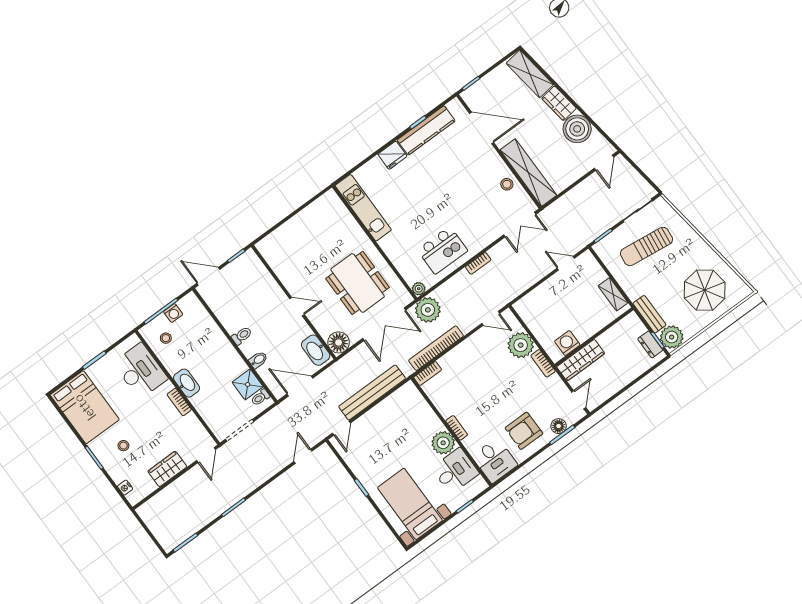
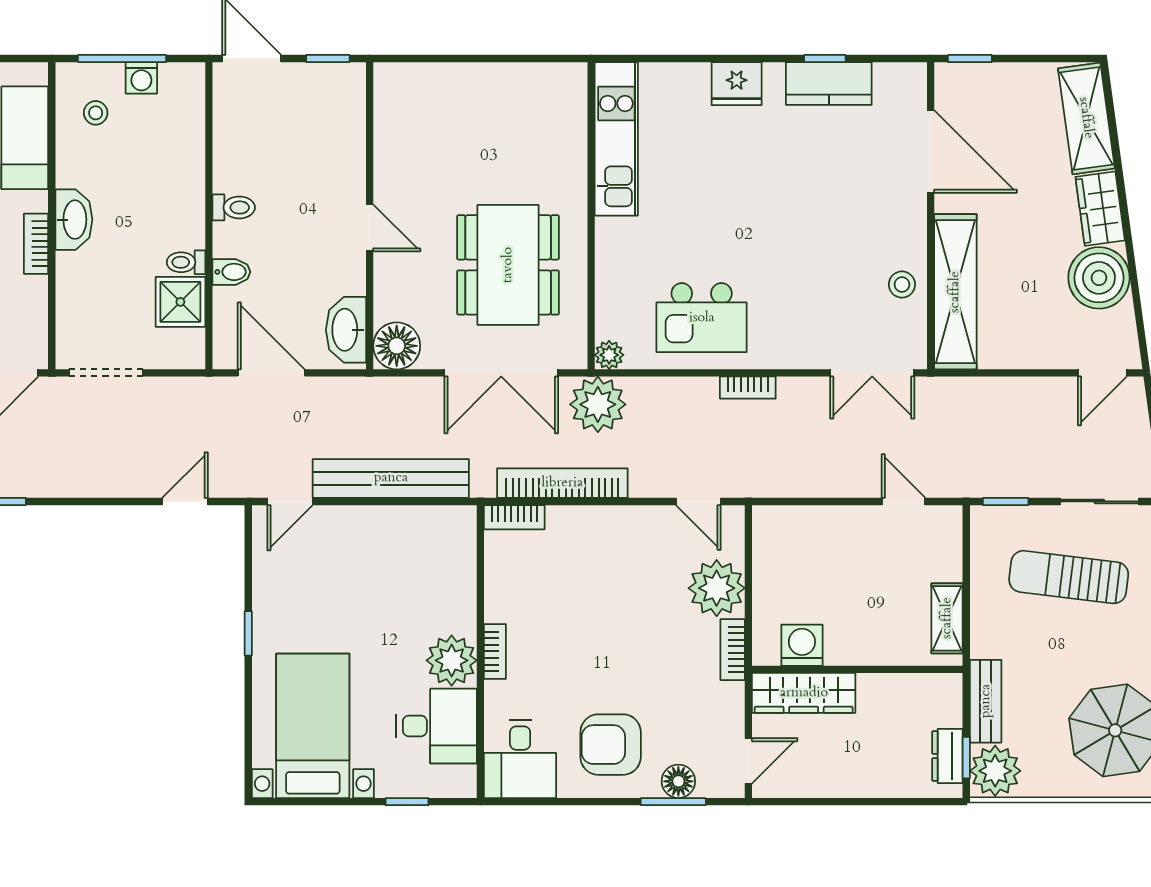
kitchen counter: (426, 130) -> (829, 84), width x0.67
toilet: (260, 397) -> (186, 262), moved

